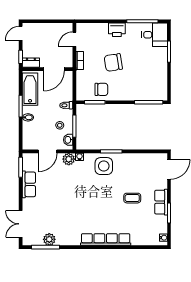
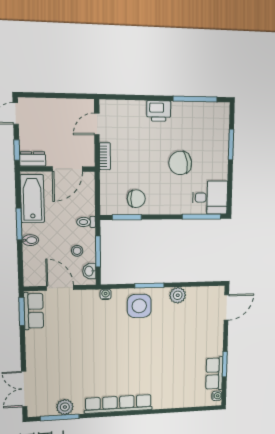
desk: (155, 35) -> (210, 198), moved
chair: (113, 63) -> (180, 163), moved
door: (48, 151) -> (60, 288), swing flipped
plant: (69, 159) -> (178, 295), moved
row of seats: (29, 184) -> (34, 311), moved
coffee table: (132, 198) -> (177, 347), removed
row of seats: (161, 202) -> (214, 373), moved
row of seats: (106, 239) -> (118, 404), moved

